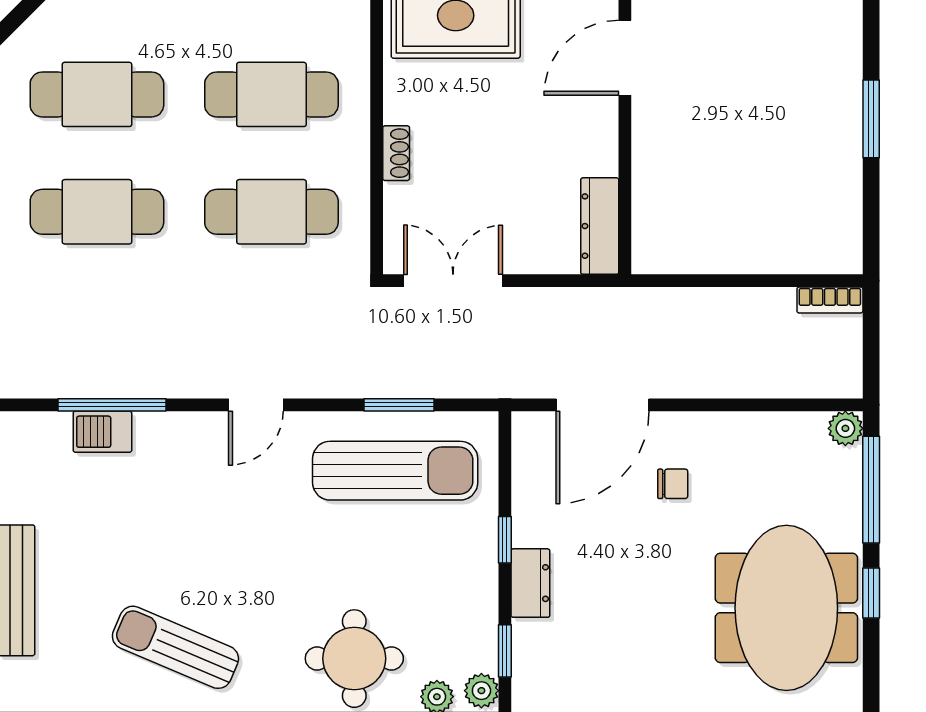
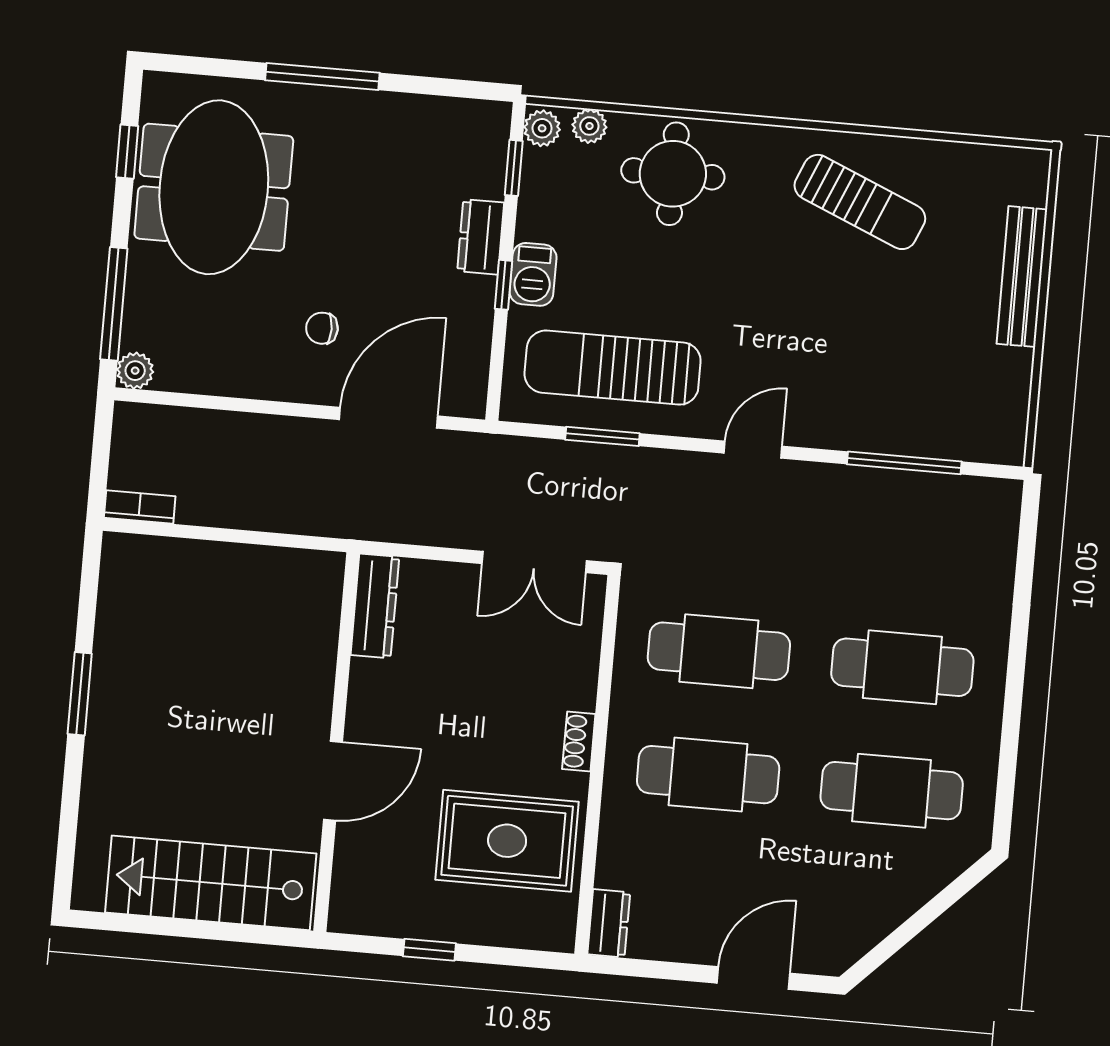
shoe rack: (396, 153) -> (579, 742), moved
barbecue: (102, 432) -> (533, 274), moved, turned 90
window: (871, 593) -> (127, 152), moved

